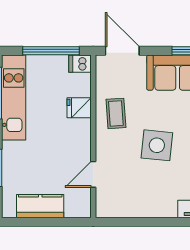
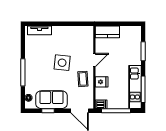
door: (93, 174) -> (94, 60), moved
kitchen counter: (40, 206) -> (107, 32), moved

